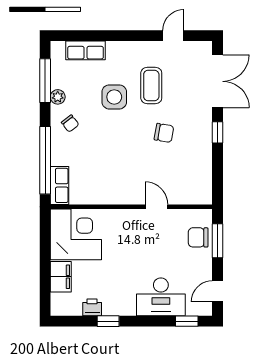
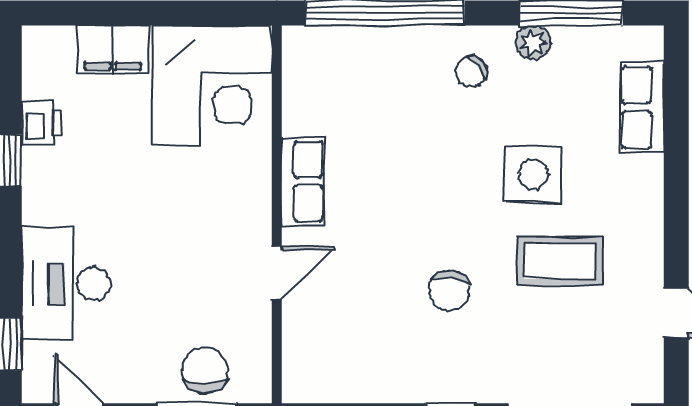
row of seats: (60, 185) -> (303, 181), moved, turned -90

